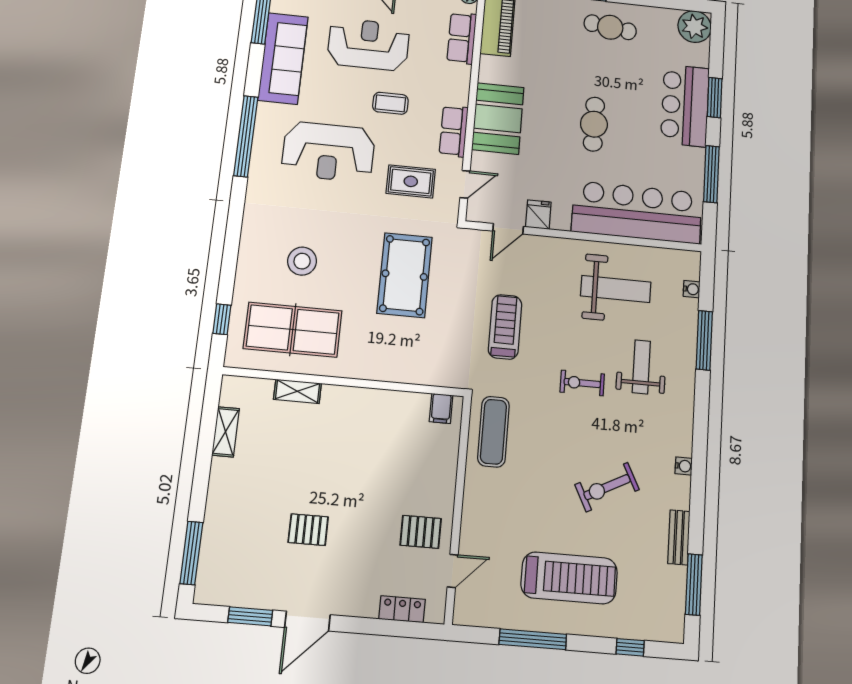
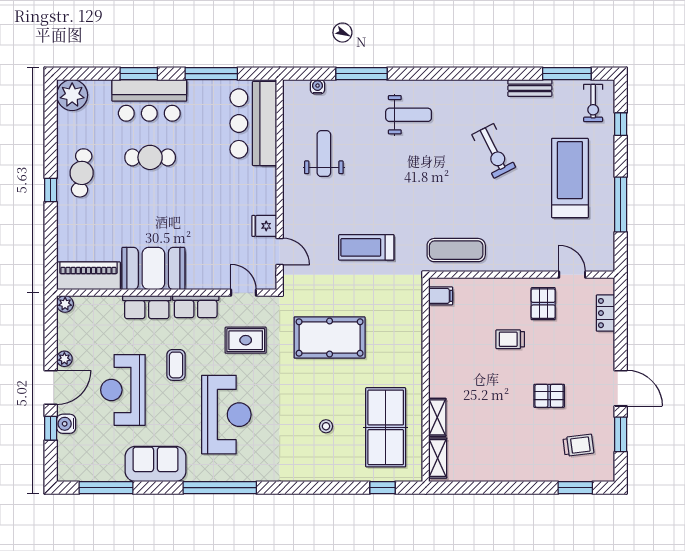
row of seats: (462, 38) -> (147, 307), moved
sofa: (283, 58) -> (155, 464), width x0.73
booth: (498, 118) -> (153, 268), moved
cafe table: (594, 124) -> (150, 157), moved
rug: (411, 181) -> (246, 340), turned 90
bar counter: (637, 212) -> (253, 123), width x0.73
stool: (302, 261) -> (326, 426), width x0.53, depth x0.53
weight bench: (616, 289) -> (324, 154), width x0.73, depth x0.75
weight bench: (641, 367) -> (409, 115), moved, turned 180
exercise bike: (582, 383) -> (593, 103), moved
shelving: (226, 432) -> (438, 458), moved, turned 90
water cooler: (684, 466) -> (471, 87), removed
trolley: (382, 488) -> (510, 339), added
pallet: (308, 530) -> (549, 396), turned 90
window: (191, 553) -> (575, 488), width x0.69
trolley: (243, 561) -> (578, 445), added

